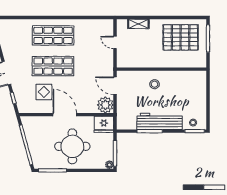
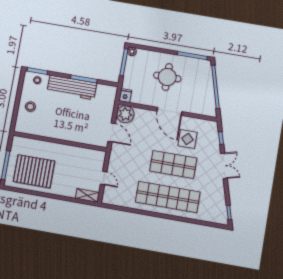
shelving: (138, 24) -> (87, 195), moved
shop shelf: (53, 35) -> (168, 197), width x1.40
stool: (155, 84) -> (30, 107), moved
fridge: (104, 124) -> (125, 96), width x0.53, depth x0.75
round table: (72, 146) -> (167, 77), width x0.73, depth x0.73

